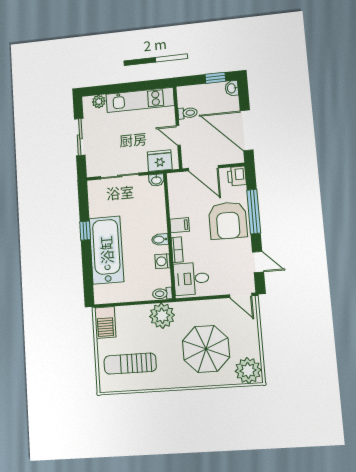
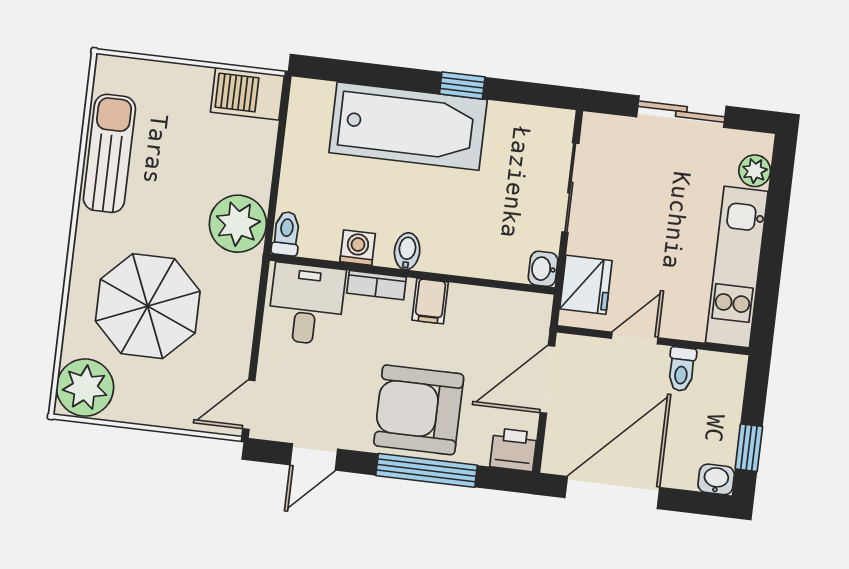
sun lounger: (130, 364) -> (109, 153), moved

